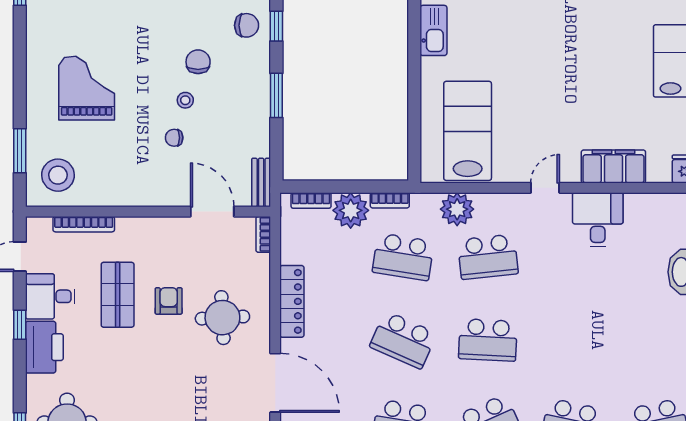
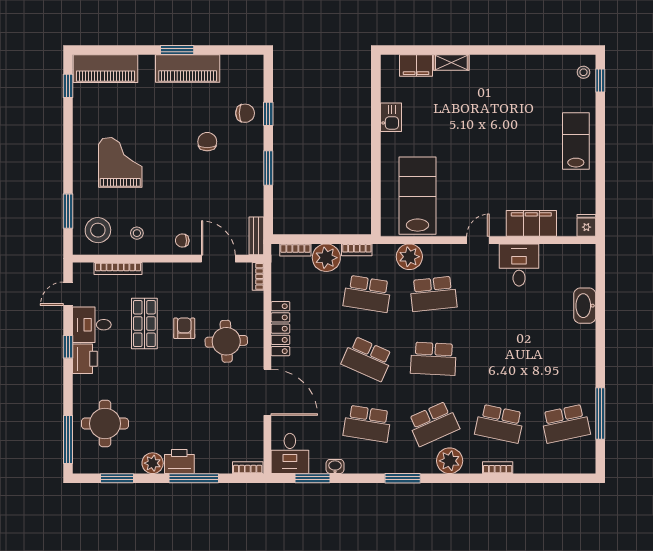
kitchen sink: (433, 30) -> (391, 117), width x0.73
stool: (185, 100) -> (137, 233), moved
chair: (174, 138) -> (182, 241), moved
printer: (44, 347) -> (85, 359), width x0.73, depth x0.84

